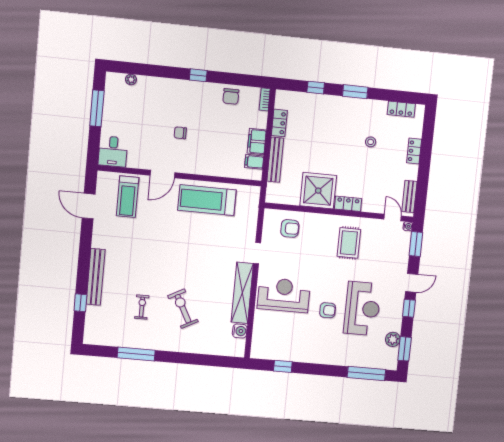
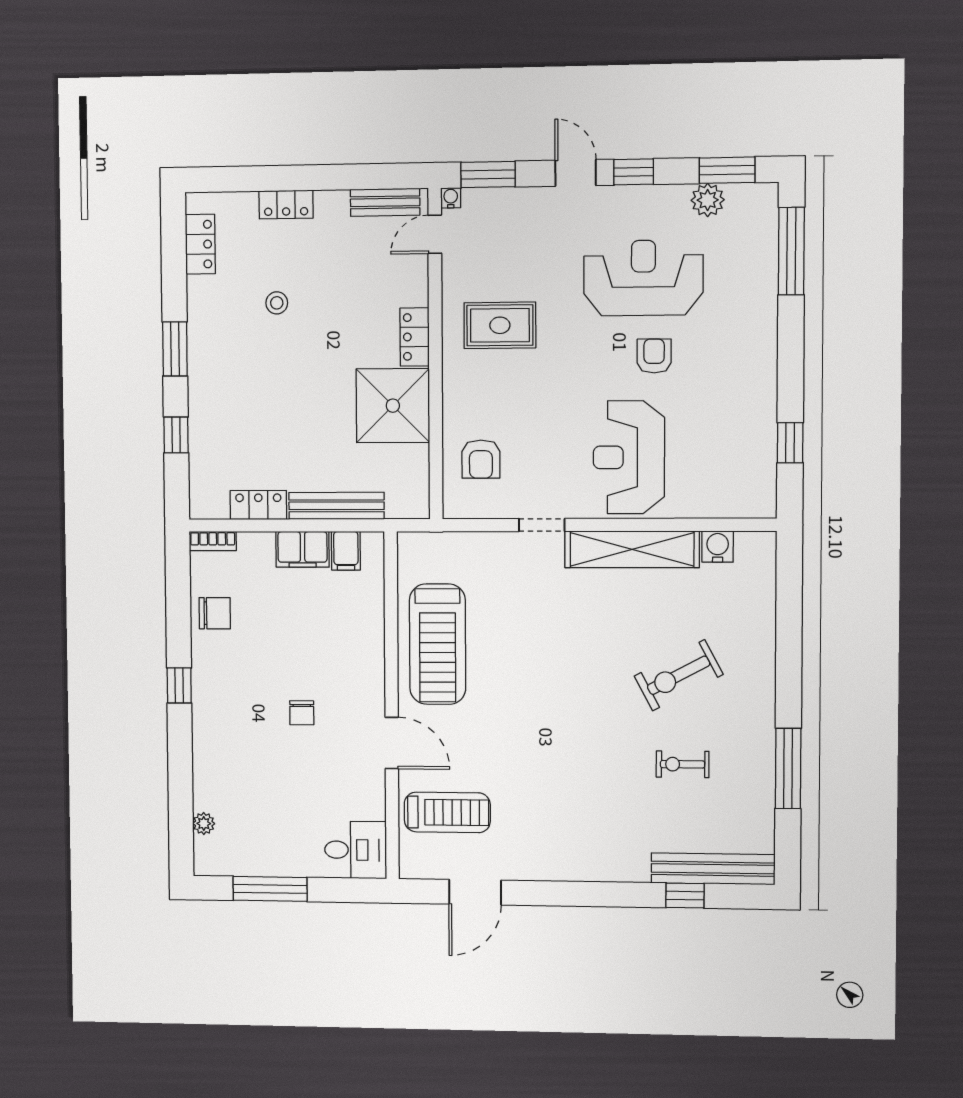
armchair: (290, 228) -> (481, 459), turned 180
bench: (96, 277) -> (713, 869), moved

